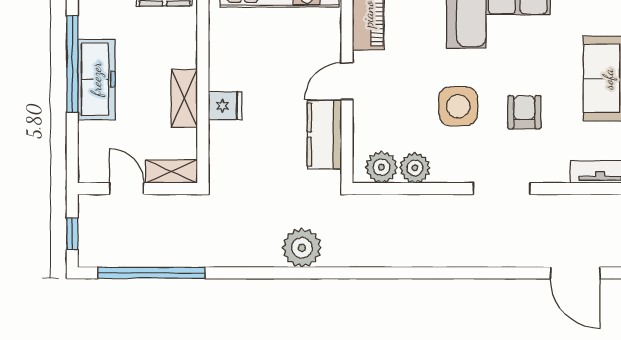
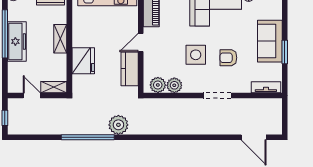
shelving: (184, 98) -> (60, 39), moved
fridge: (225, 106) -> (83, 61), width x1.88, depth x1.34
armchair: (524, 112) -> (228, 58), turned -90
window: (152, 273) -> (88, 137), moved

